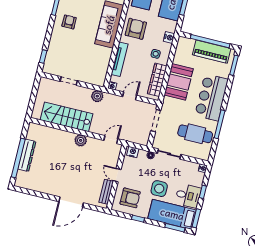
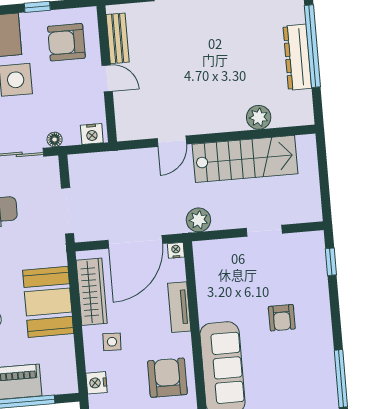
armchair: (69, 22) -> (282, 318), moved
armchair: (136, 29) -> (167, 378), turned 180
tv unit: (120, 59) -> (179, 307), width x0.71
door: (130, 96) -> (135, 242), width x1.87
plant: (81, 140) -> (259, 117), moved
door: (111, 140) -> (172, 141), moved

